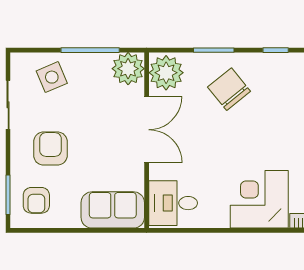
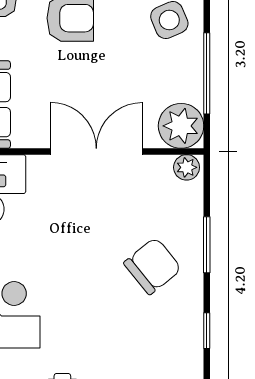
plant: (166, 73) -> (187, 167), width x0.53, depth x0.53
double door: (147, 130) -> (96, 152), swing flipped

